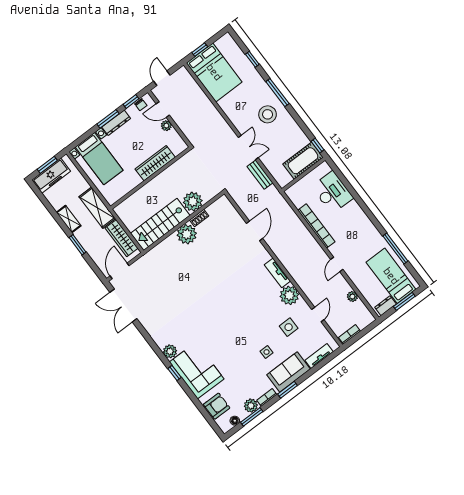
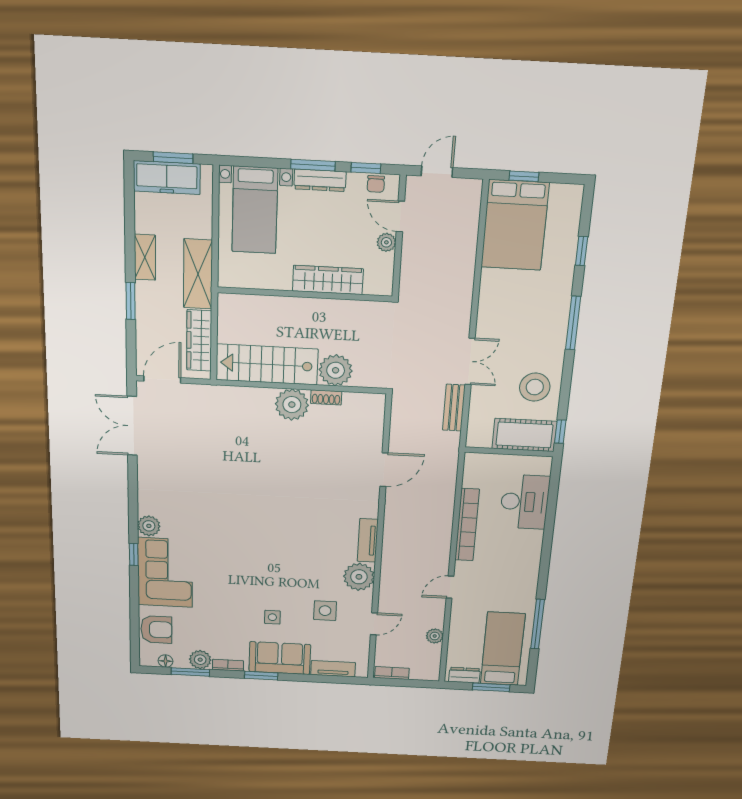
stool: (268, 114) -> (535, 387), moved

